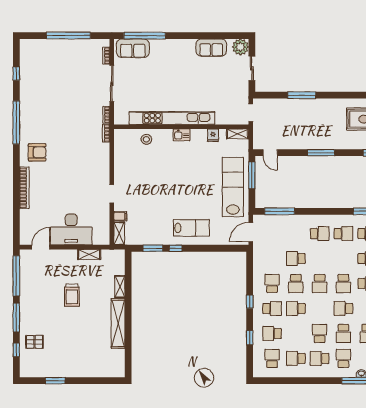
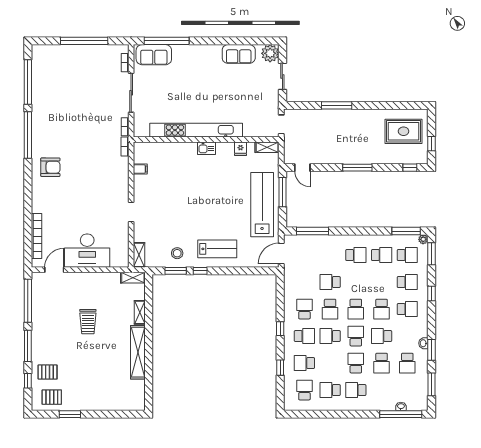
window: (16, 74) -> (28, 82), width x3.17
stool: (146, 139) -> (177, 253), moved
bookcase: (24, 188) -> (37, 236), moved
filing cabinet: (120, 216) -> (140, 169), moved
shelving: (89, 254) -> (133, 278), moved
school desk: (343, 358) -> (356, 336), moved
pallet: (38, 365) -> (52, 397), added

